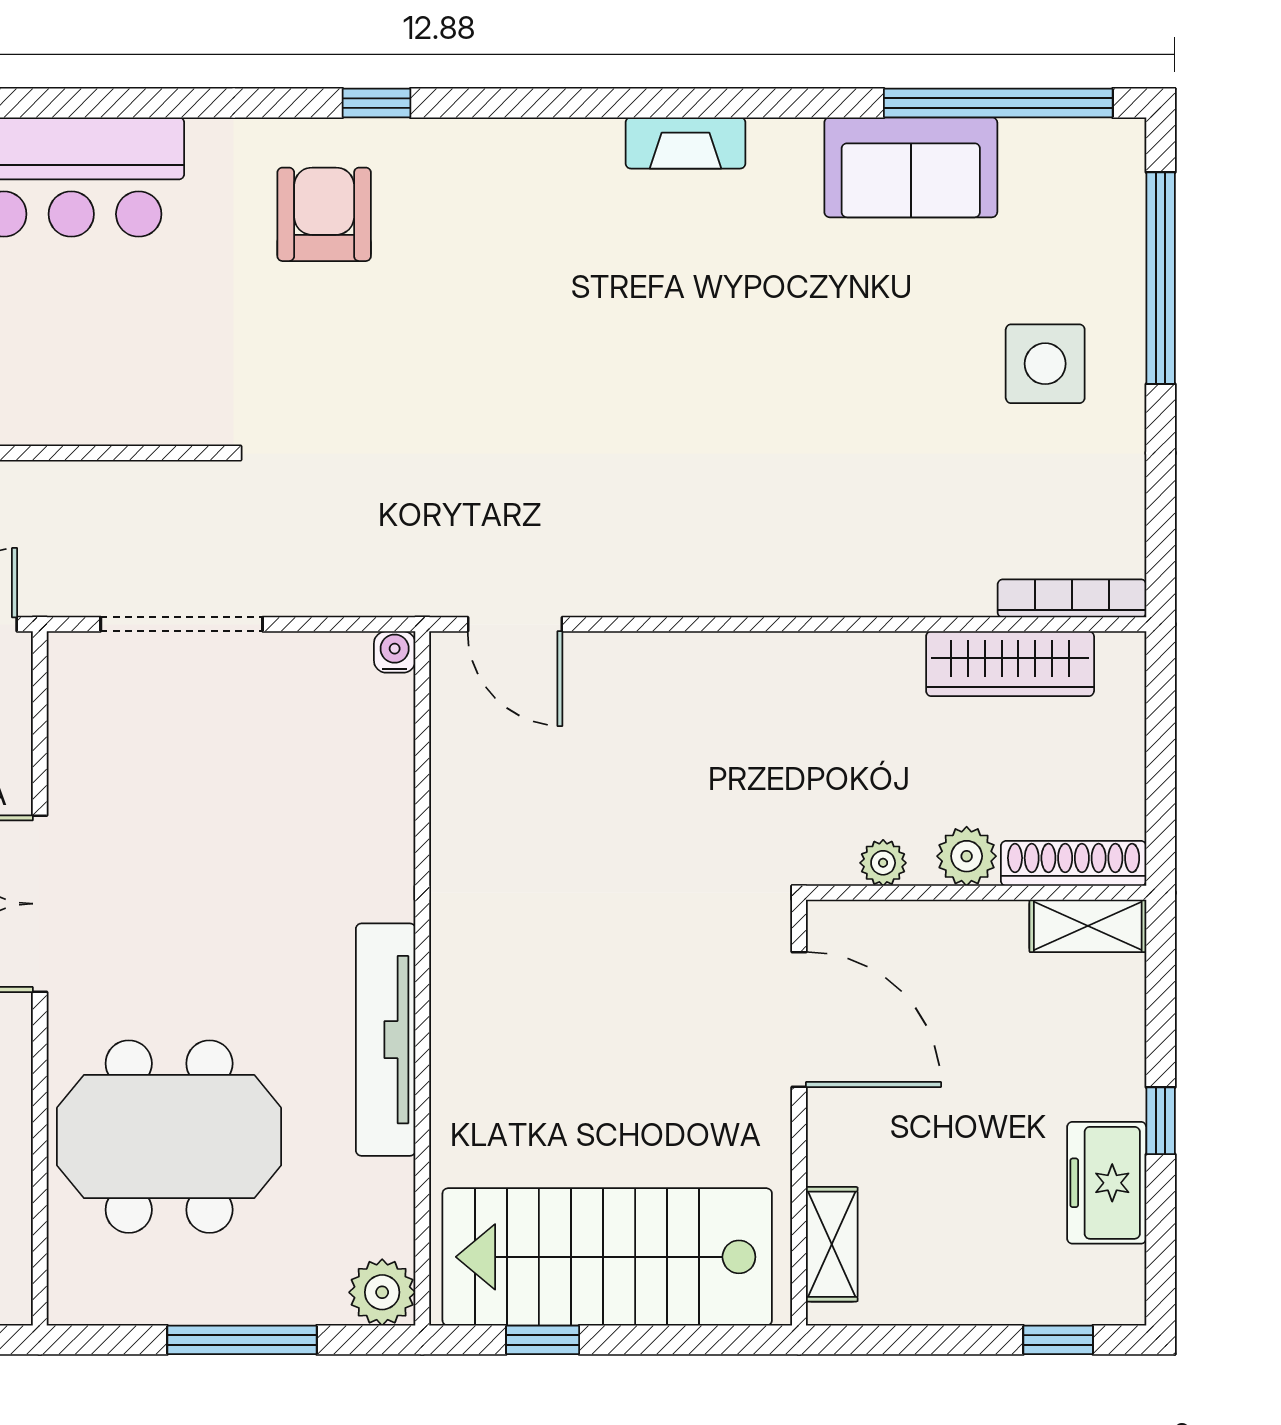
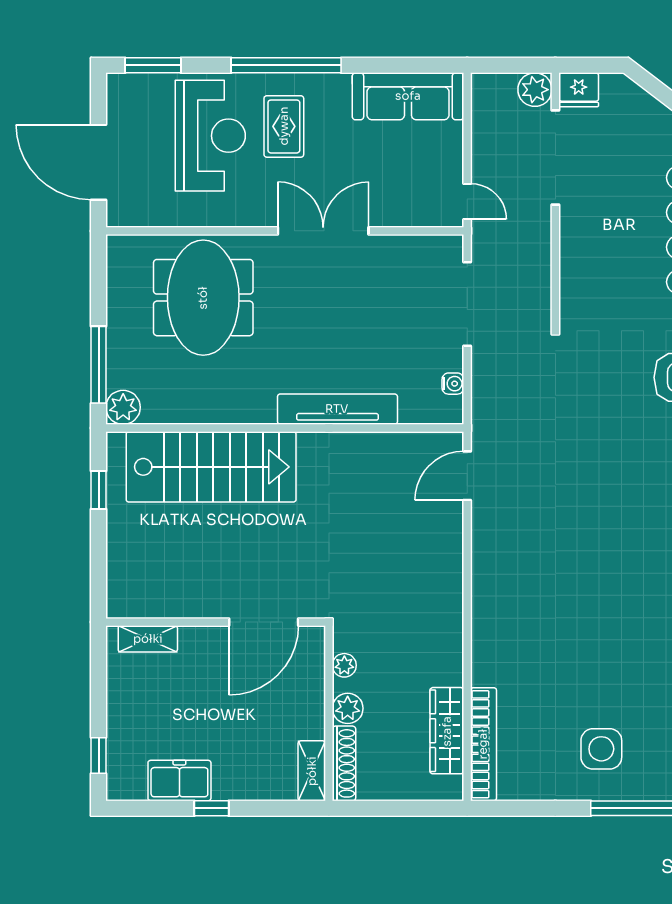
bookcase: (1072, 598) -> (483, 744), width x1.48, depth x1.31
water cooler: (395, 652) -> (453, 384), moved
tv unit: (386, 1040) -> (337, 409), moved
stairs: (607, 1257) -> (211, 467), moved, turned 90
window: (242, 1340) -> (99, 365), moved

